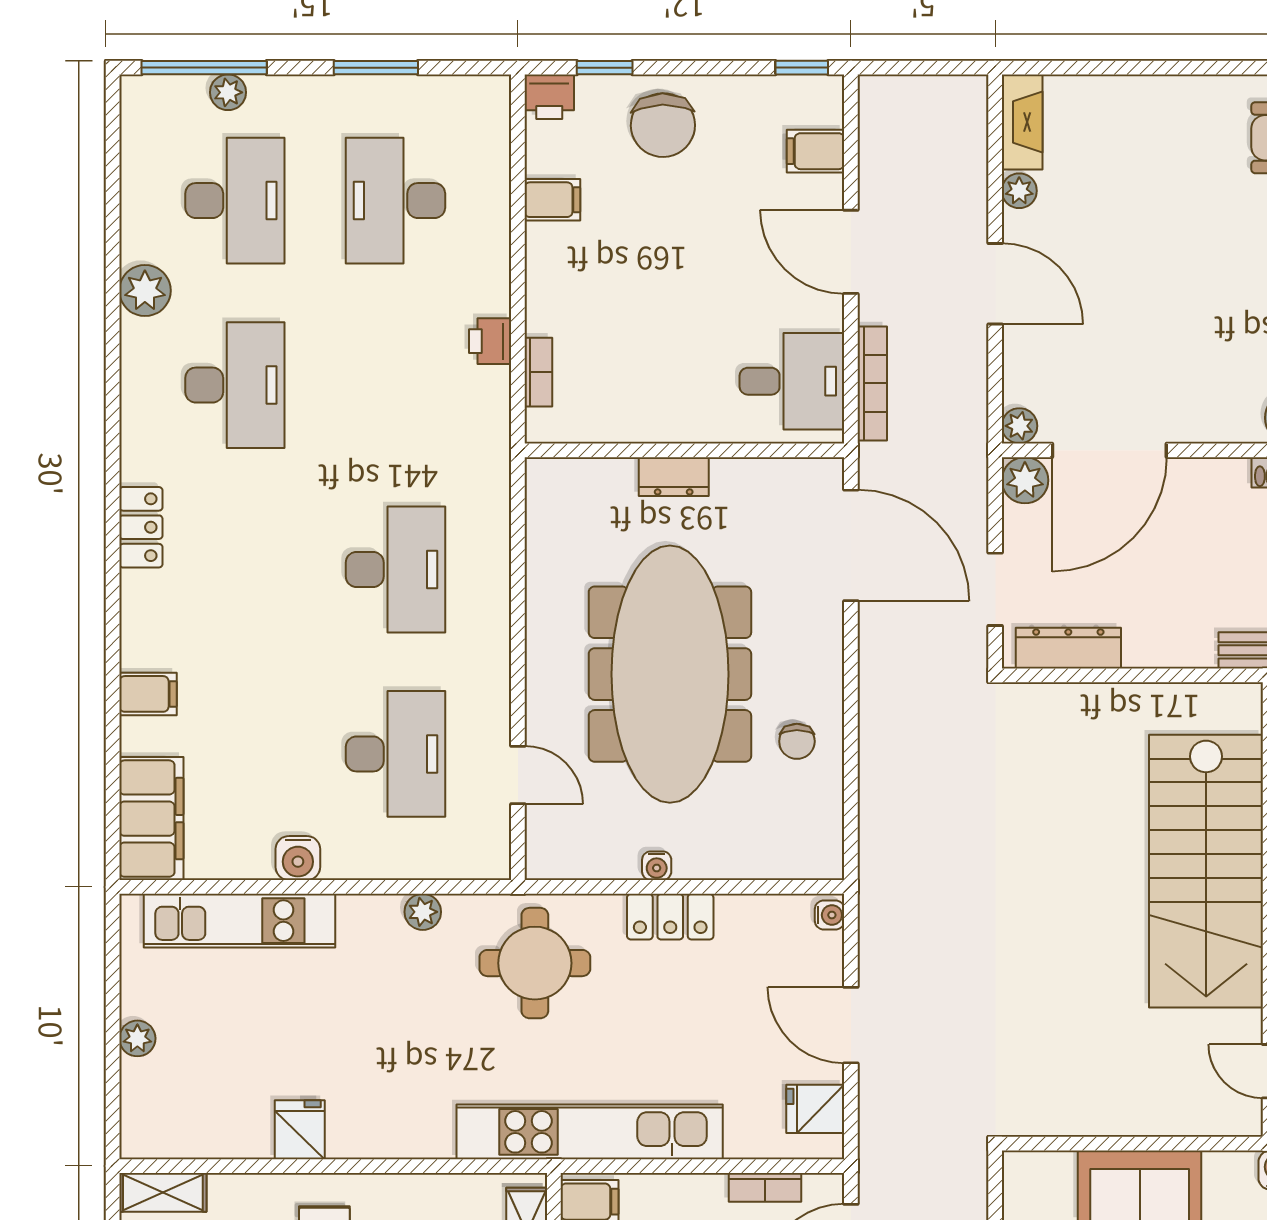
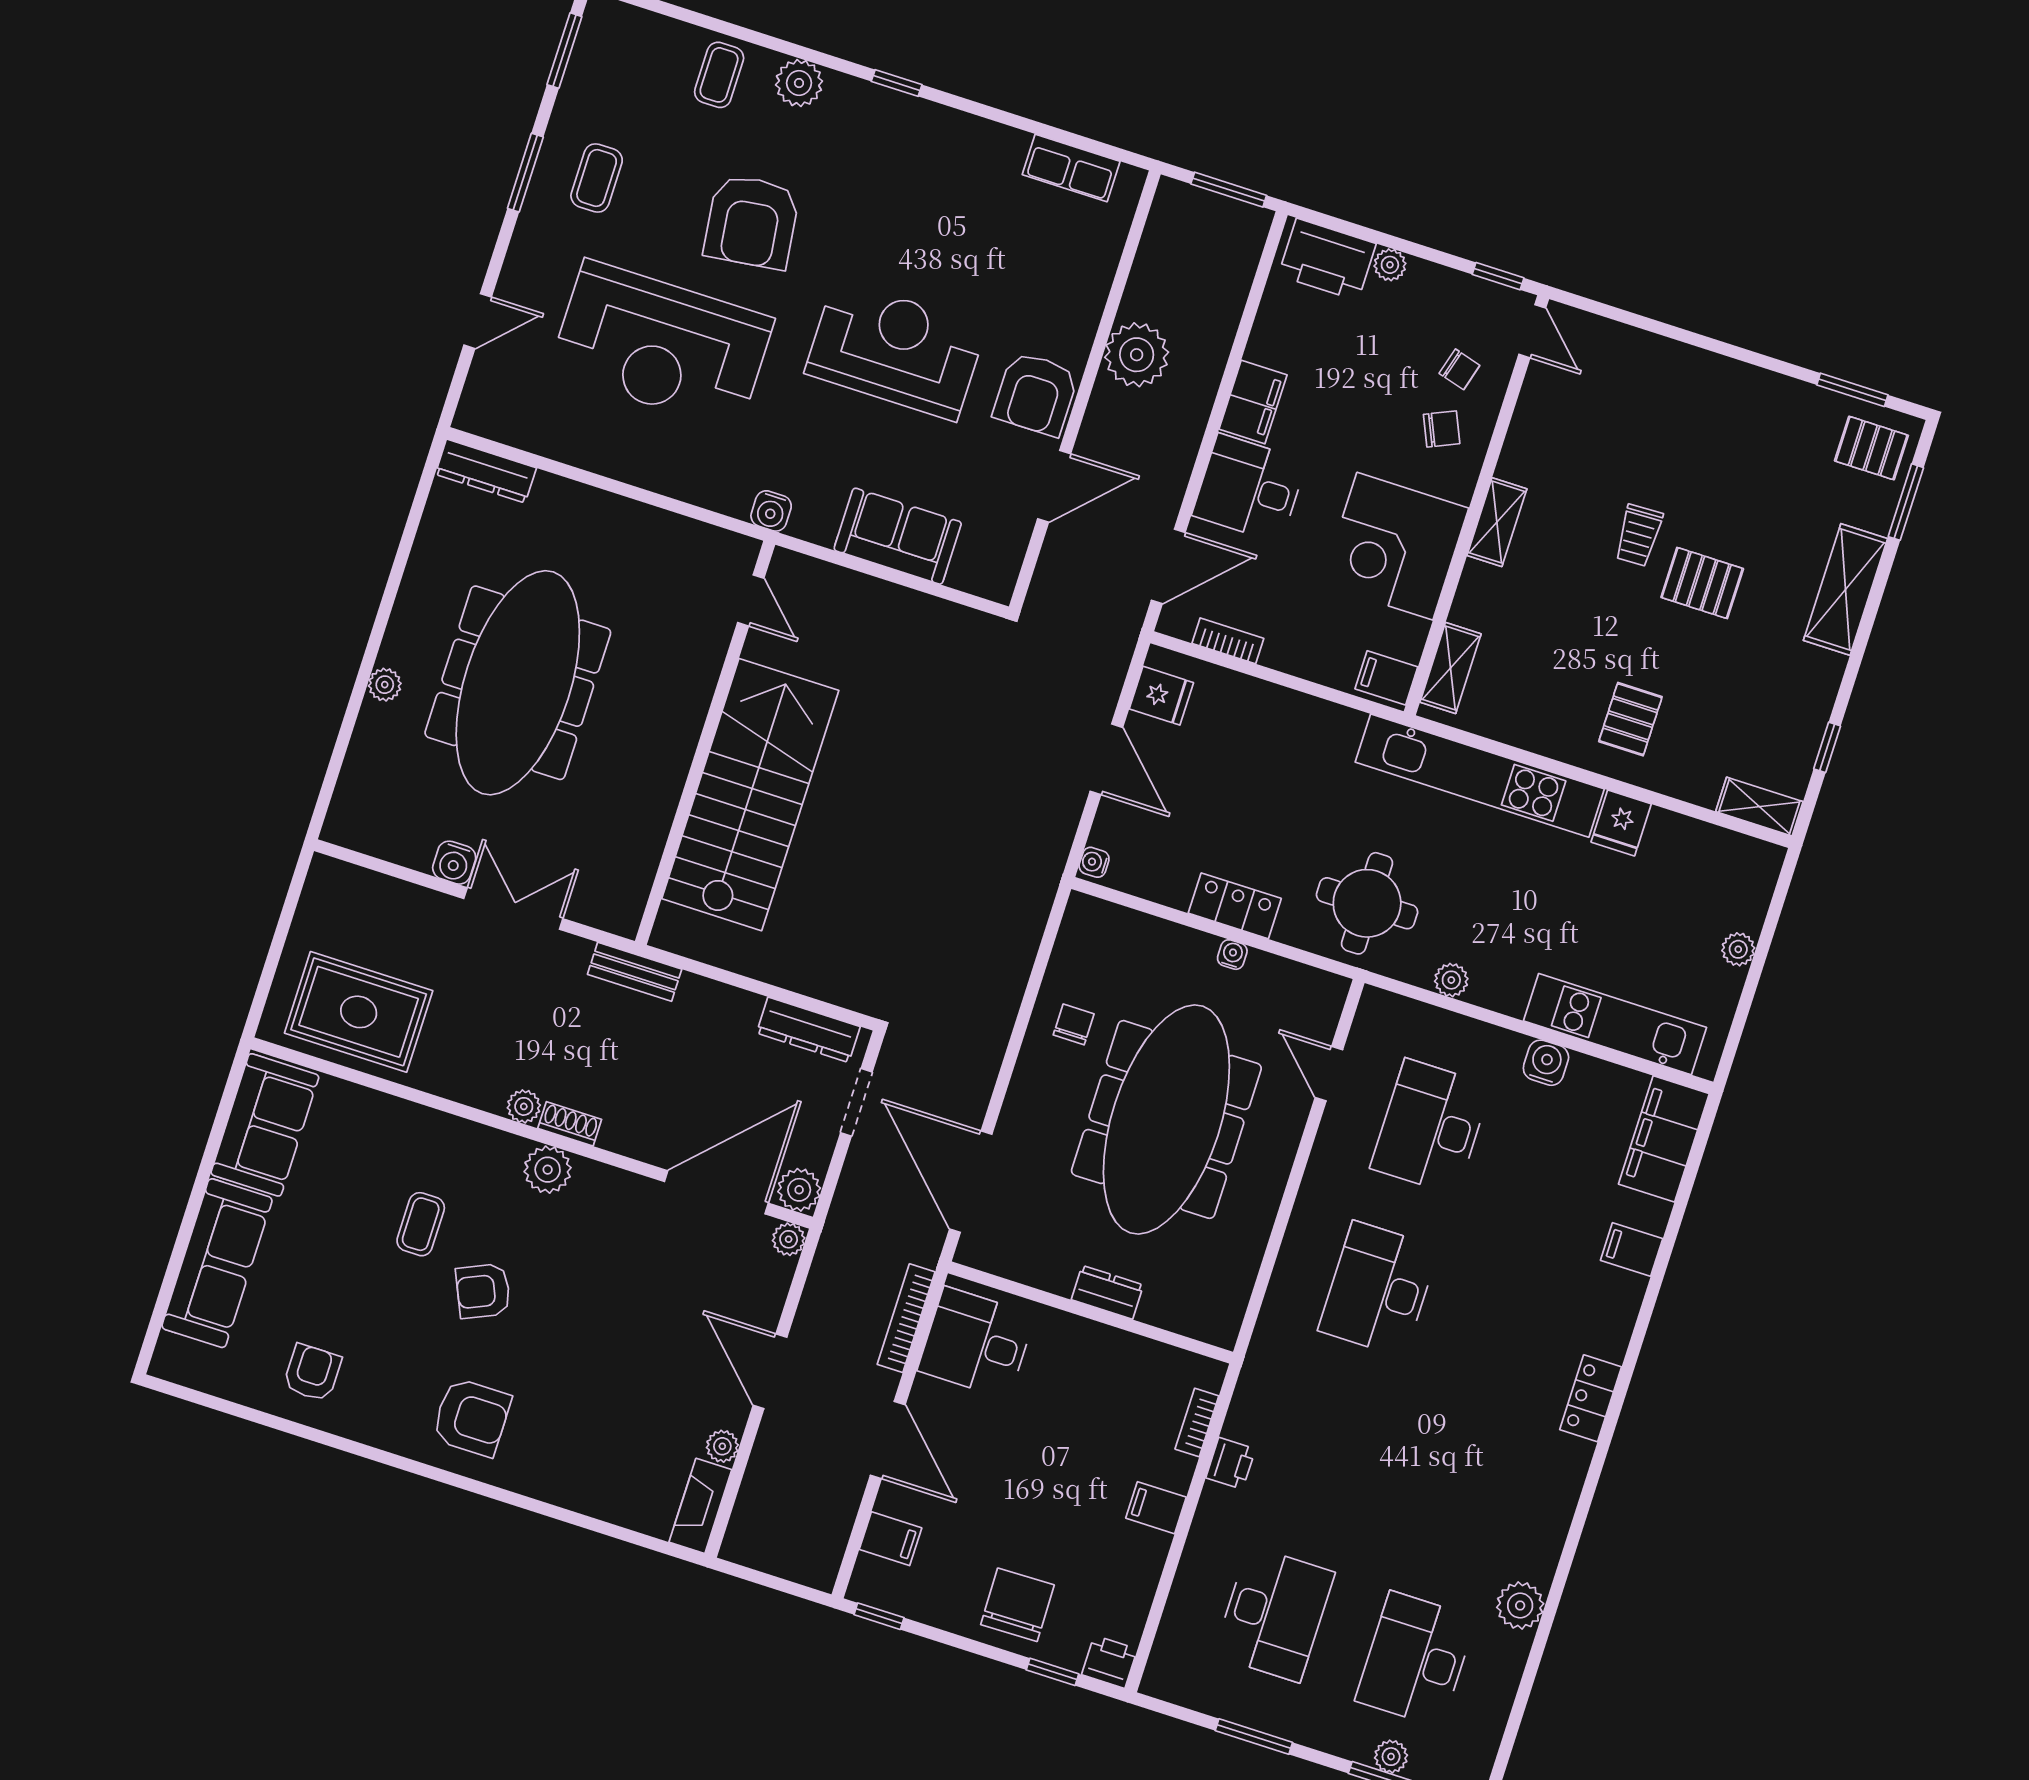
filing cabinet: (552, 200) -> (1156, 1508), moved
desk: (235, 385) -> (1468, 1497), removed
kitchen unit: (590, 1132) -> (1480, 776), moved

